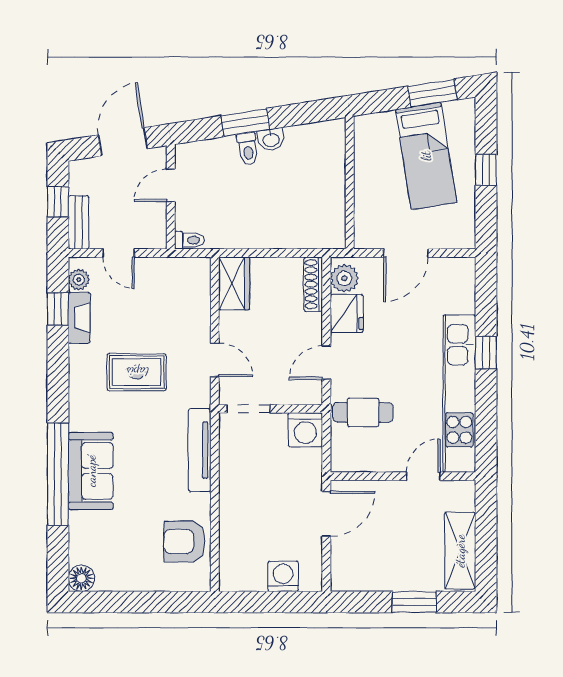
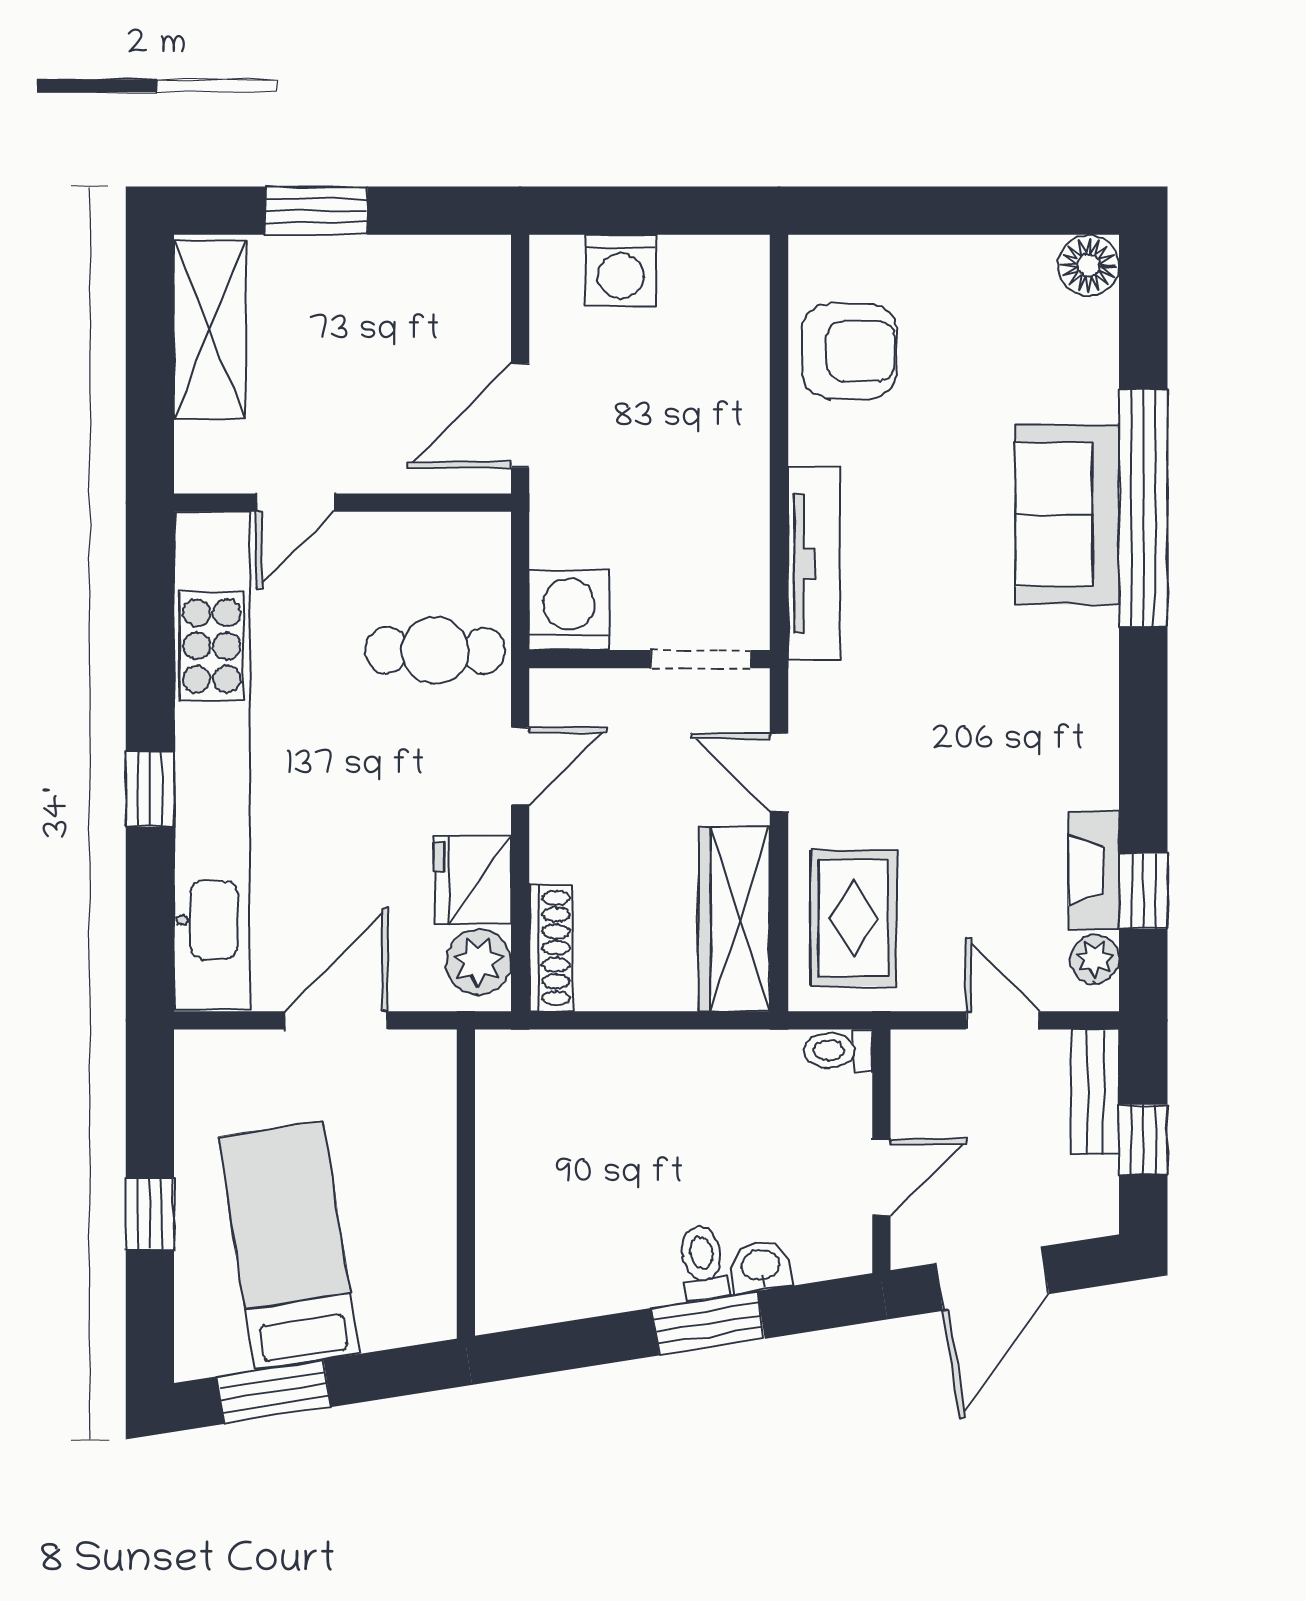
washbasin: (271, 139) -> (761, 1267), moved
wardrobe: (234, 283) -> (734, 919), width x1.50
rug: (137, 372) -> (854, 918), moved, turned 90
kitchen unit: (459, 394) -> (212, 761), width x1.36

